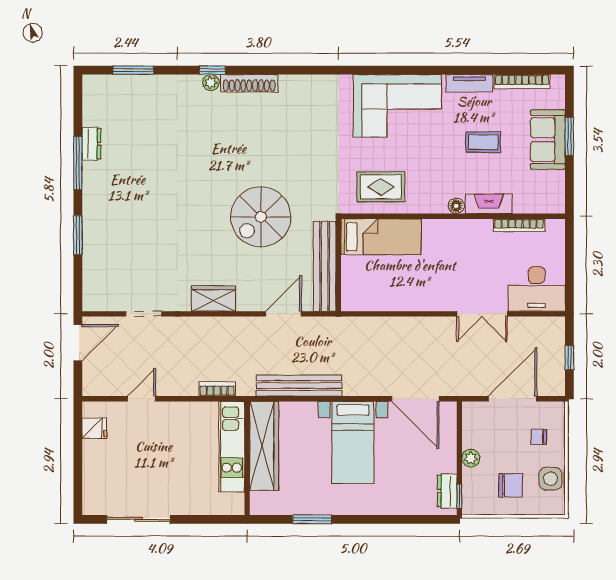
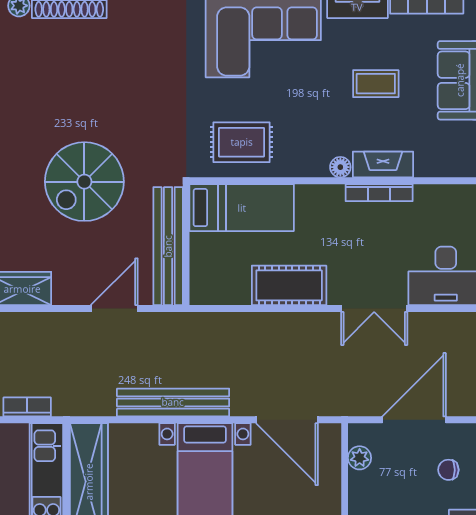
bookcase: (519, 225) -> (379, 193), moved
cot: (417, 296) -> (289, 285), added
bench: (299, 386) -> (173, 402), moved
plant: (471, 458) -> (360, 458), moved

